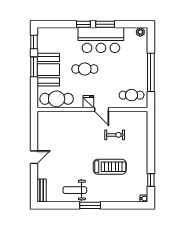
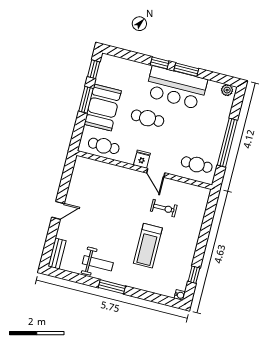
cafe table: (57, 99) -> (104, 146), width x0.73, depth x0.74
treadmill: (110, 167) -> (148, 246), turned 90
weight bench: (75, 190) -> (98, 263), turned 180

